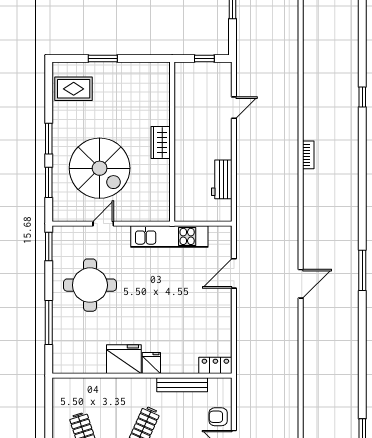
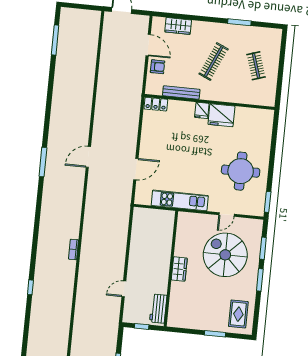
rug: (74, 89) -> (238, 314), turned 90
workbench: (222, 179) -> (158, 309), moved, turned 180
window: (49, 322) -> (273, 147), removed

